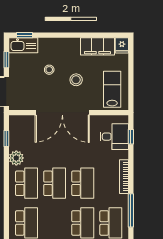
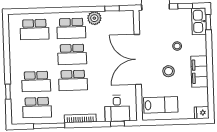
filing cabinet: (97, 46) -> (199, 72), moved

